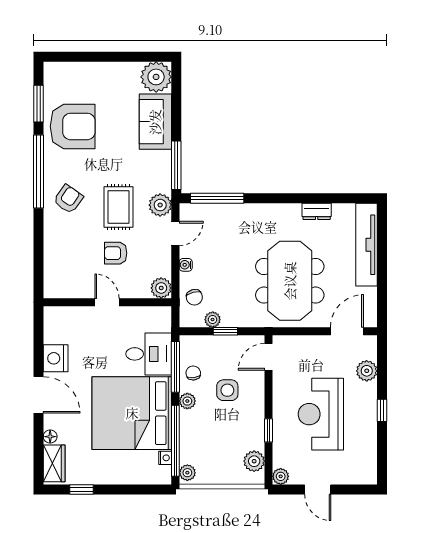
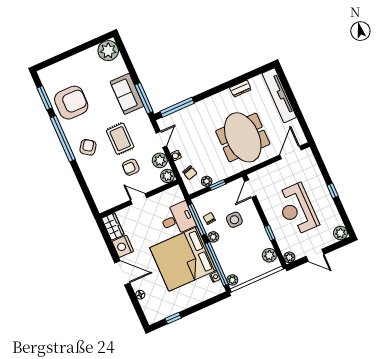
sofa: (155, 122) -> (127, 94), moved
plant: (160, 205) -> (160, 160), moved
plant: (367, 371) -> (340, 233), moved
wardrobe: (54, 463) -> (113, 226), moved

